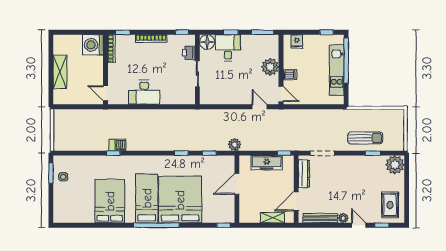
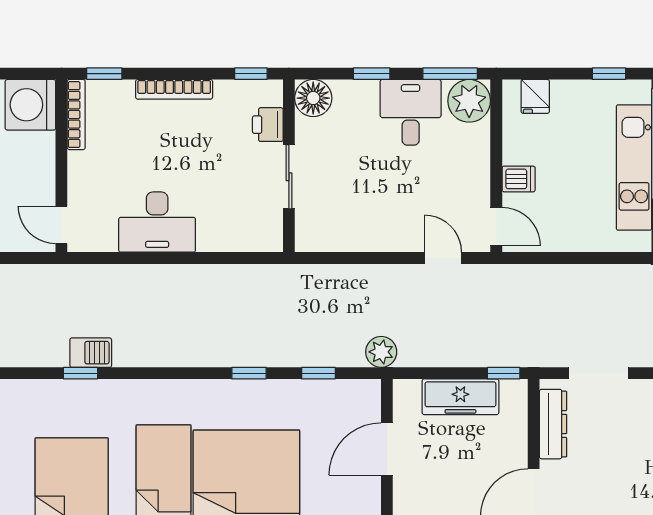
desk: (228, 48) -> (411, 112), moved
plant: (270, 67) -> (469, 101), moved

